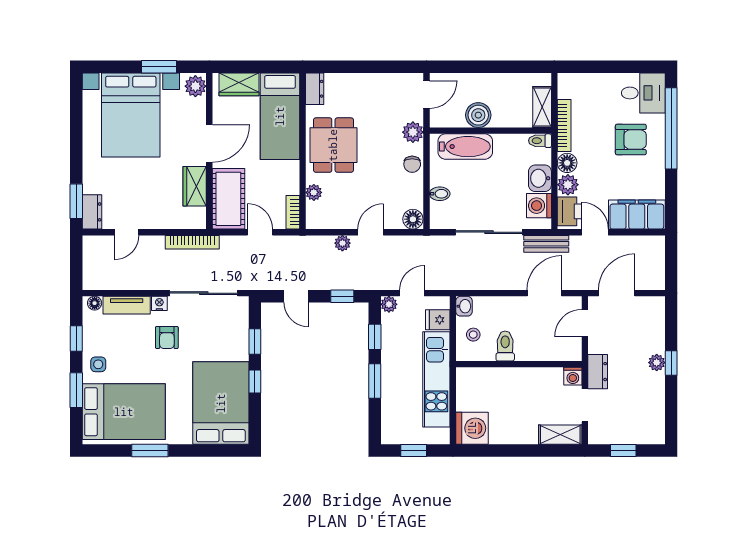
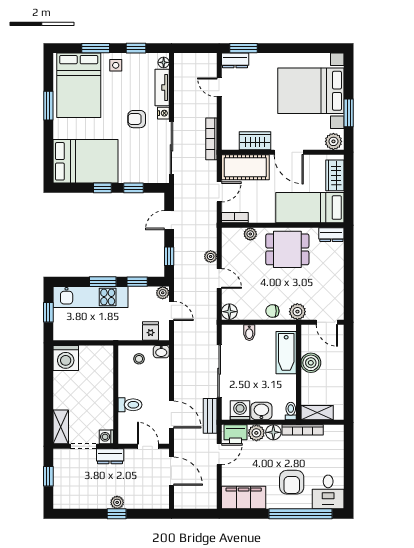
filing cabinet: (637, 215) -> (244, 498), moved, turned -90
toilet: (505, 346) -> (130, 405), moved
kitchen unit: (436, 379) -> (90, 297), moved, turned 180

